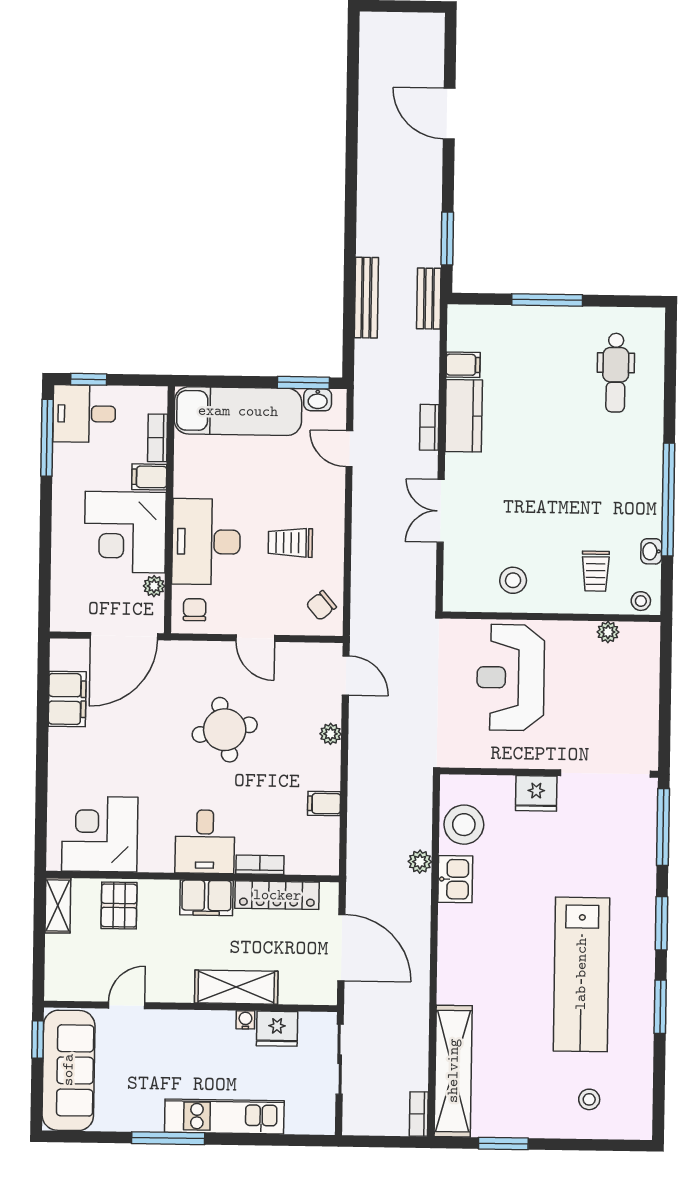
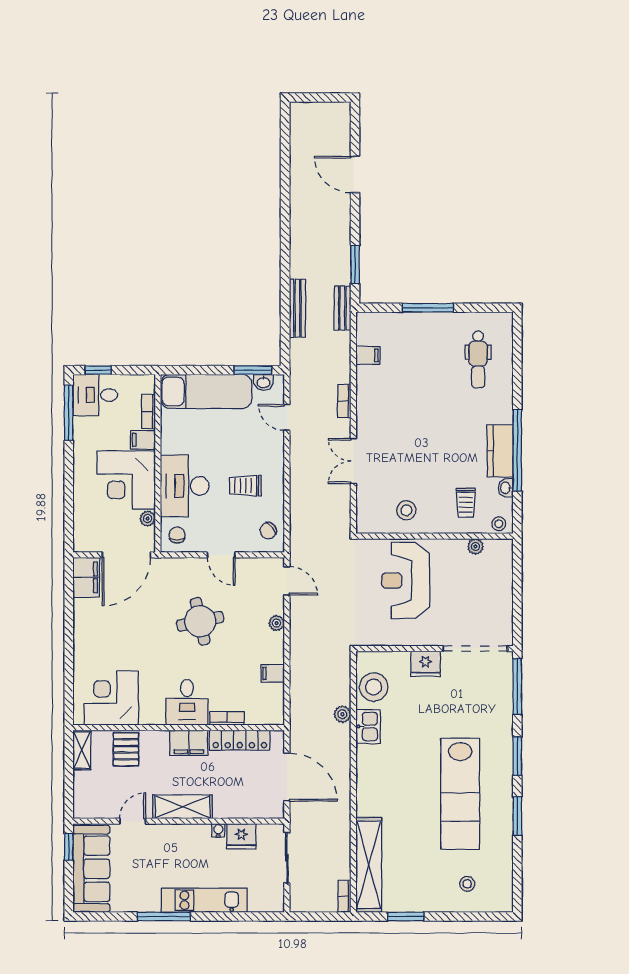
kitchen counter: (464, 416) -> (500, 451), moved, turned 180
filing cabinet: (67, 699) -> (86, 577), moved
shelving: (236, 987) -> (183, 807), moved

